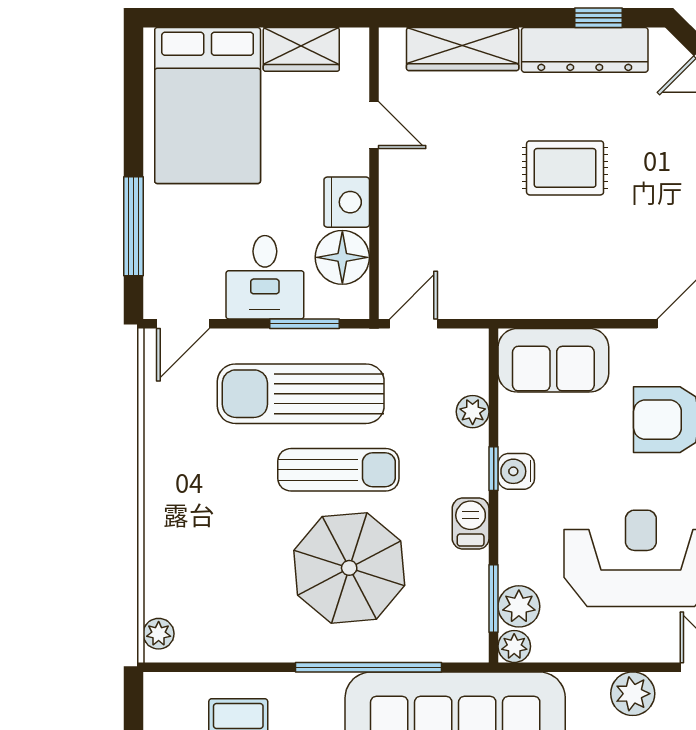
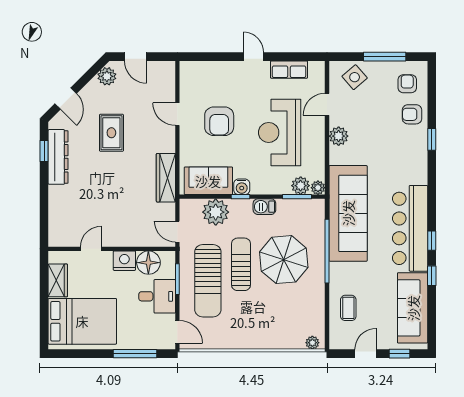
wardrobe: (463, 49) -> (166, 178), moved, turned 180
rug: (565, 168) -> (111, 133), moved
sofa: (553, 360) -> (208, 181), moved, turned -90
plant: (473, 412) -> (216, 212), width x1.88, depth x1.88

